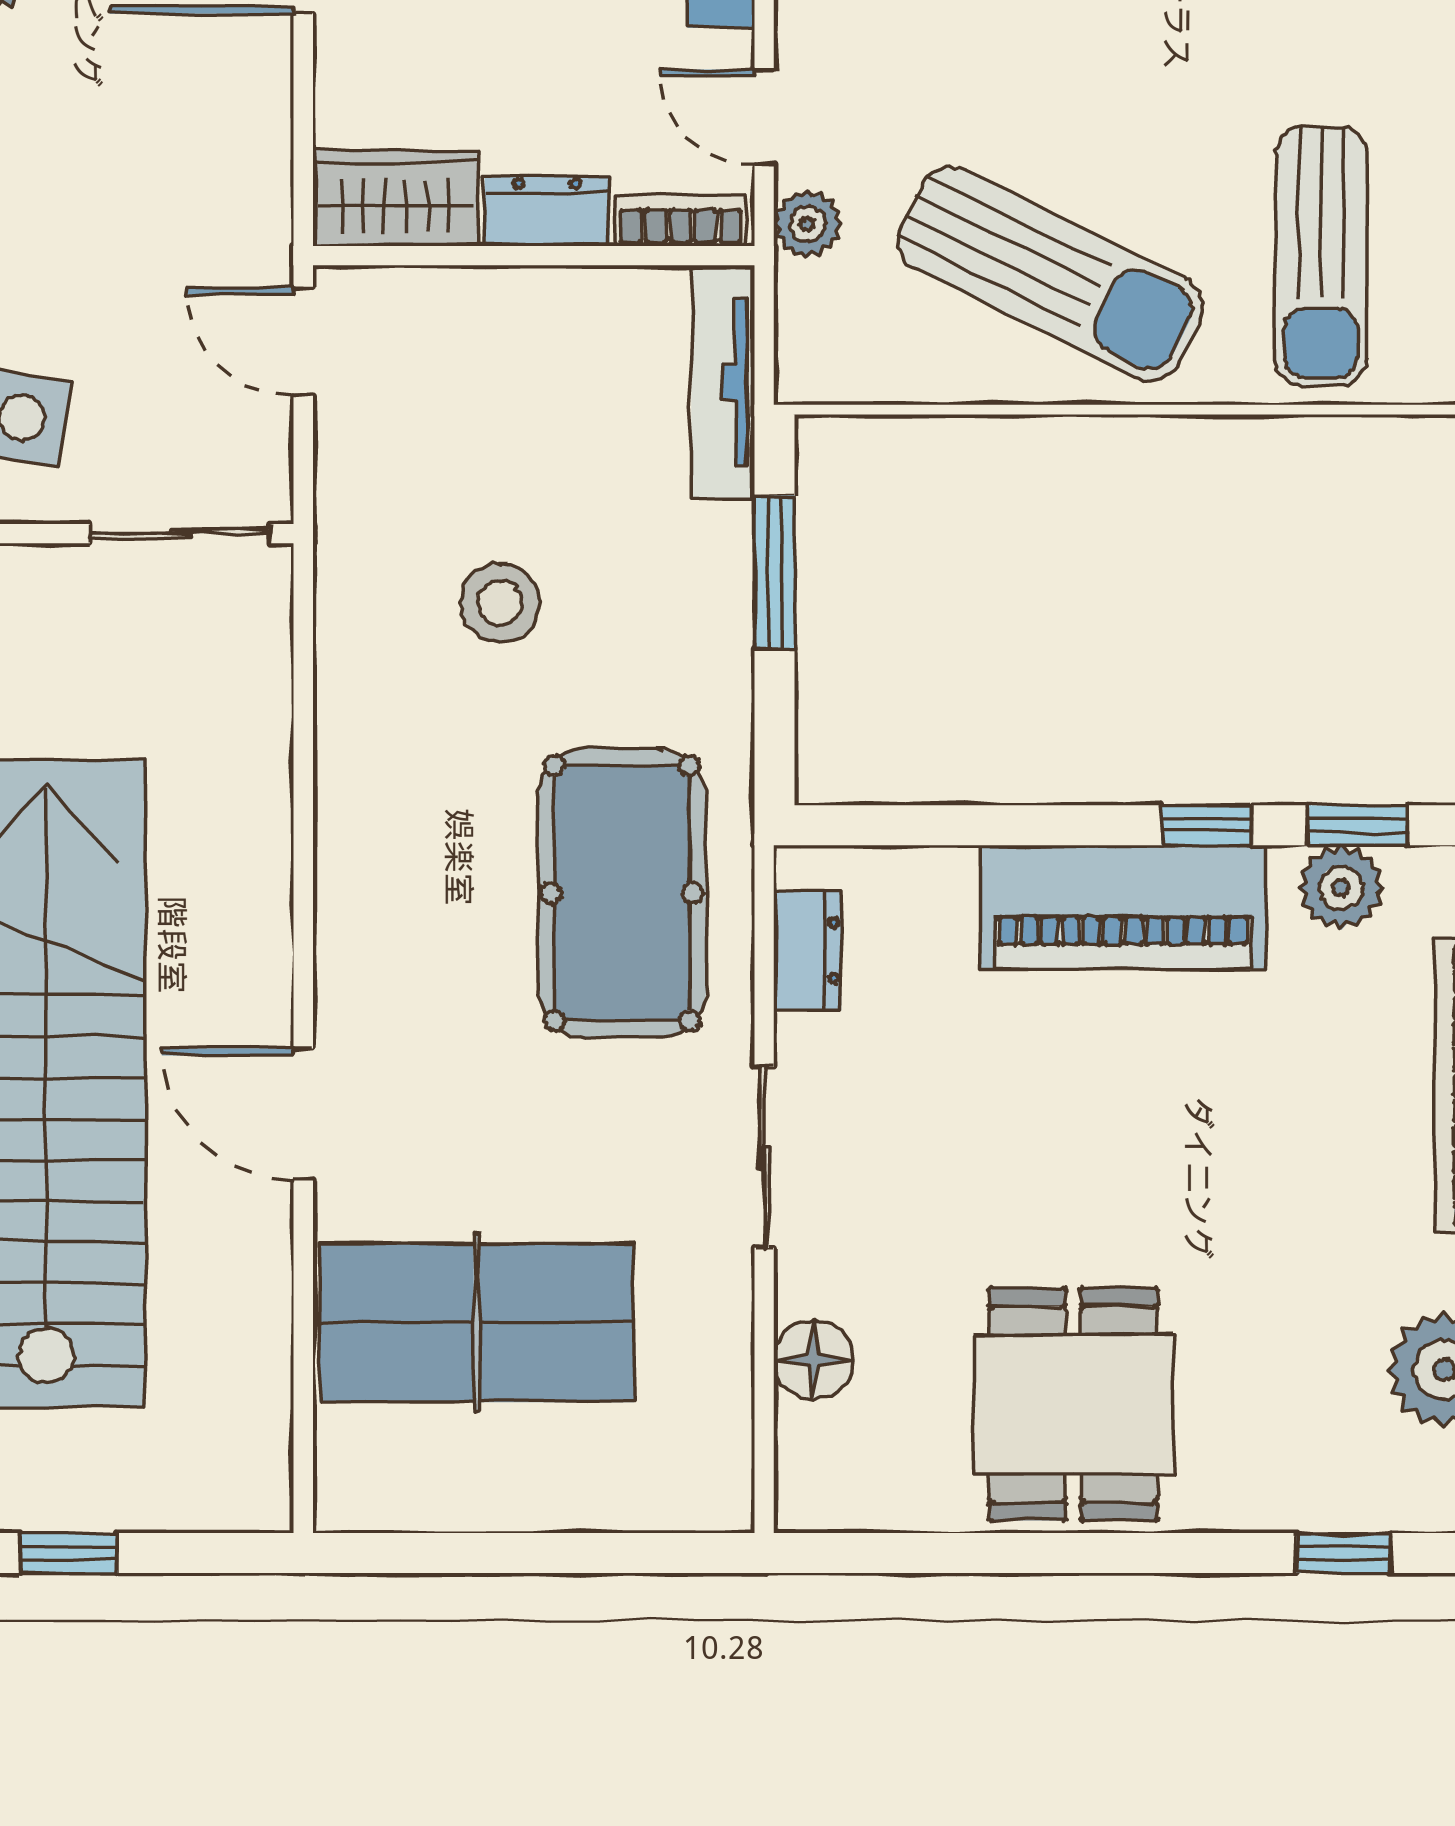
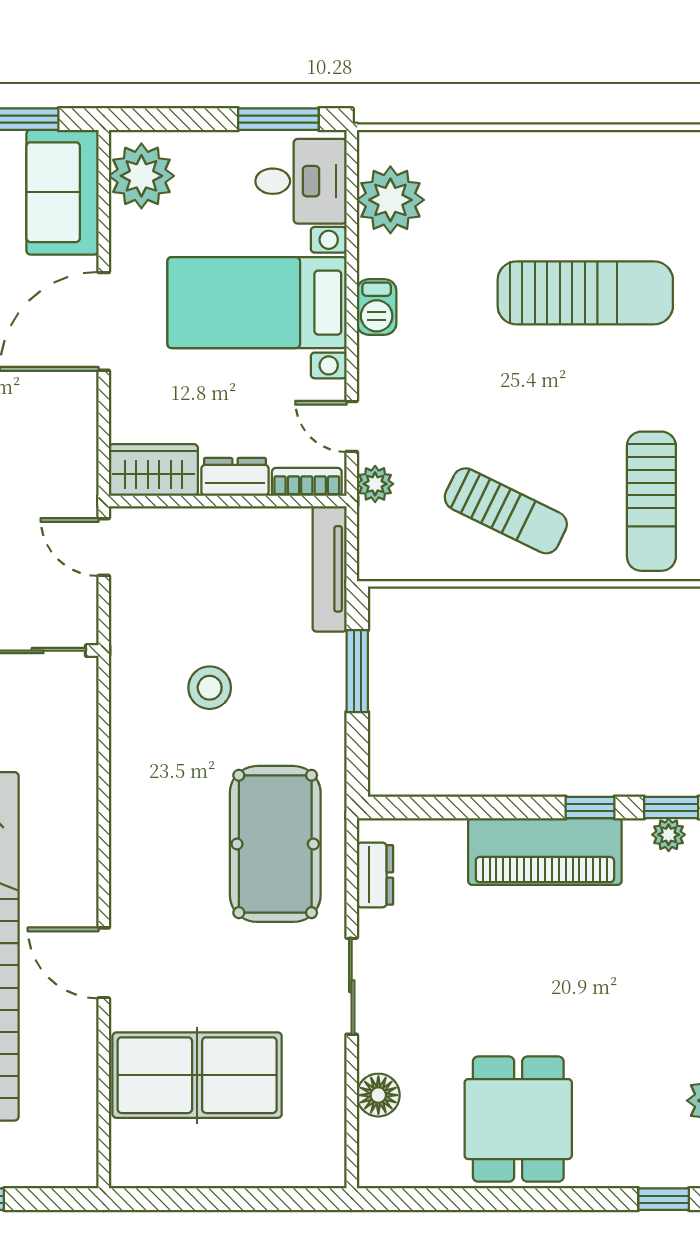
sun lounger: (1050, 274) -> (506, 511), width x0.73, depth x0.75
plant: (1341, 887) -> (669, 835), width x0.73, depth x0.73

